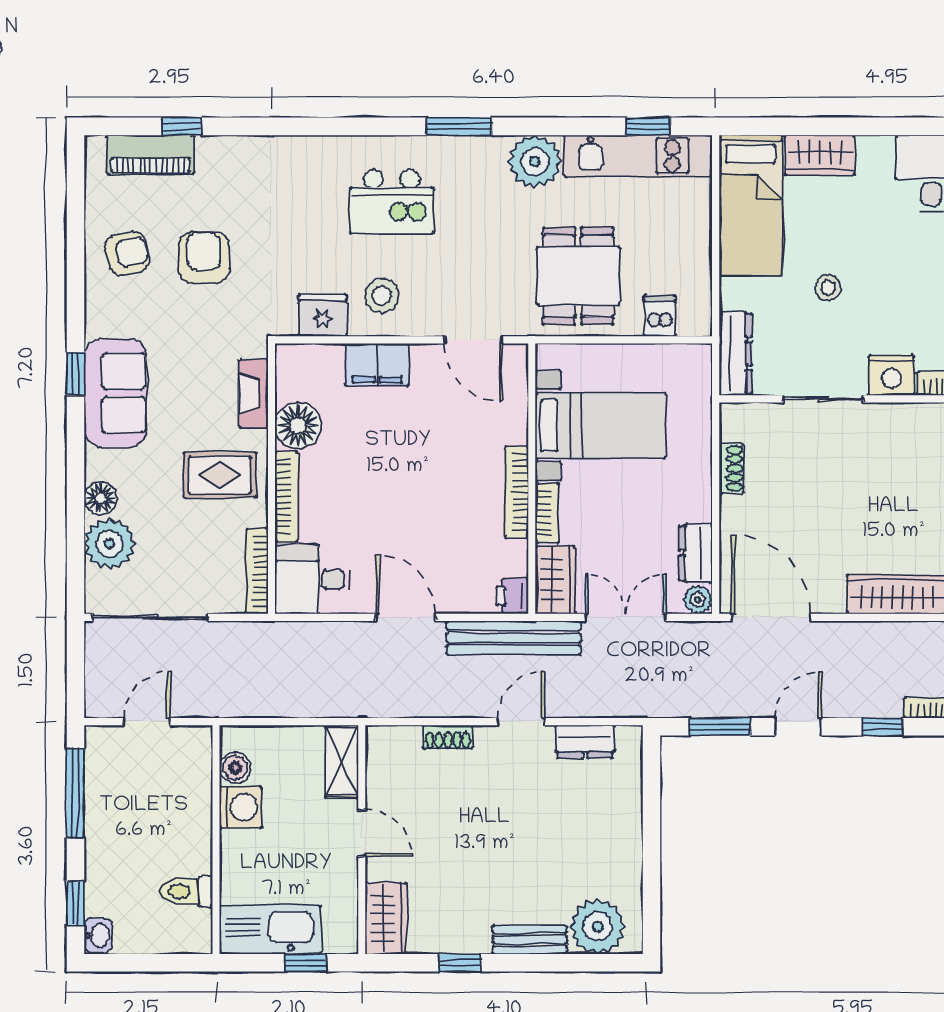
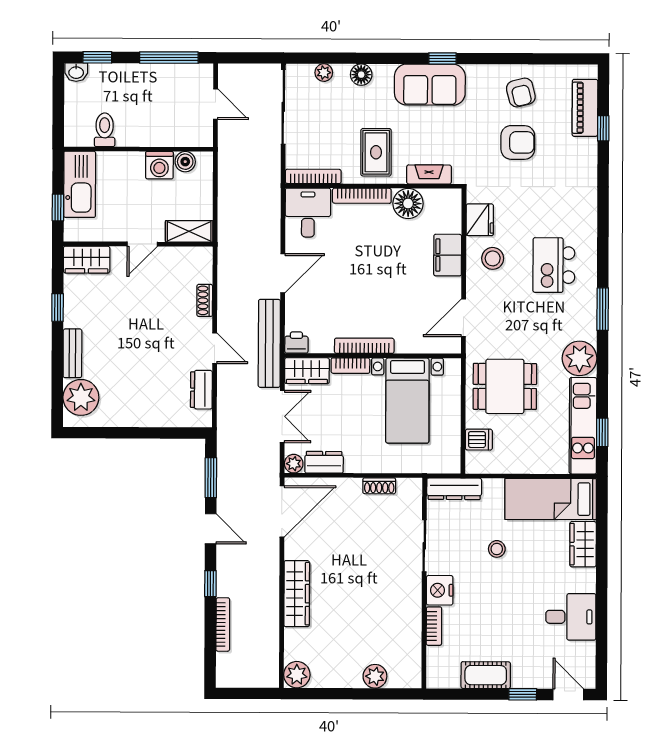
plant: (109, 544) -> (324, 73), width x0.53, depth x0.53

